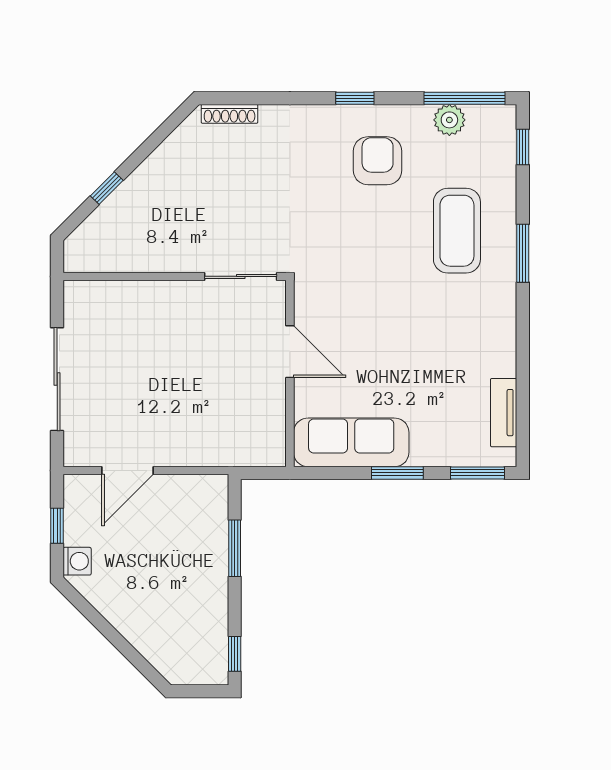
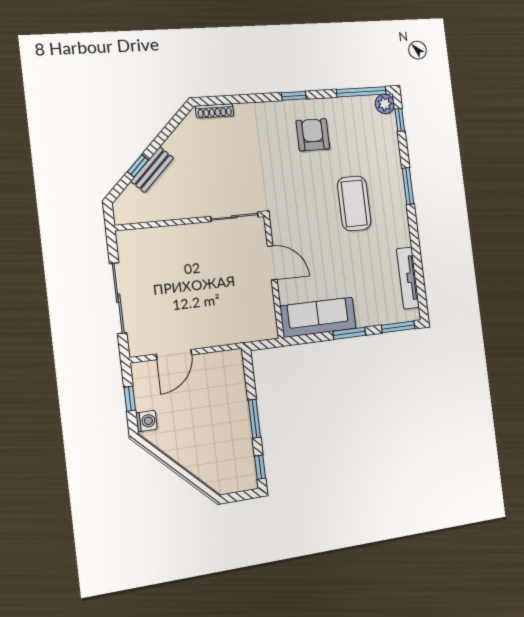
plant: (449, 120) -> (385, 104), moved
bench: (127, 195) -> (152, 170), added
coffee table: (457, 231) -> (354, 203), moved
tv unit: (504, 413) -> (408, 278), width x1.41
window: (235, 548) -> (254, 419), moved

